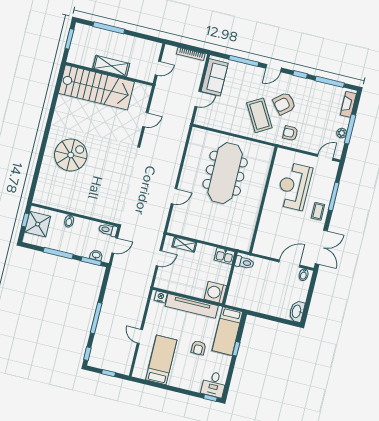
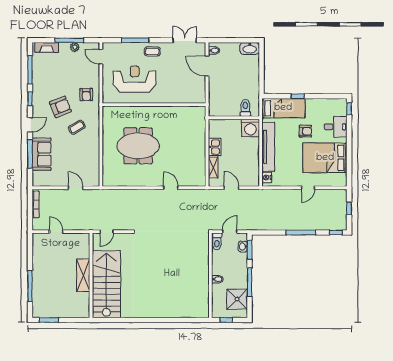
shelving: (111, 66) -> (83, 275), moved
door: (274, 68) -> (30, 125), hinge flipped
wall: (109, 74) -> (91, 275), moved
sofa: (215, 77) -> (42, 154), moved, turned 90
stairs: (96, 87) -> (106, 284), moved
armchair: (284, 104) -> (60, 107), turned -72
coffee table: (259, 115) -> (77, 127), width x0.54, depth x0.58
door: (145, 120) -> (107, 232), swing flipped
spiral stairs: (71, 155) -> (156, 293), removed
meeting table: (225, 173) -> (138, 146), width x0.73
reception desk: (294, 186) -> (135, 79), turned 180
shower: (38, 224) -> (237, 299), moved
door: (115, 245) -> (230, 232), hinge flipped
double door: (321, 247) -> (185, 40), width x0.73
kitchen sink: (224, 256) -> (215, 147), moved
toilet: (244, 262) -> (245, 108), moved
bed: (161, 360) -> (325, 158), width x1.50
desk: (214, 384) -> (336, 127), moved

